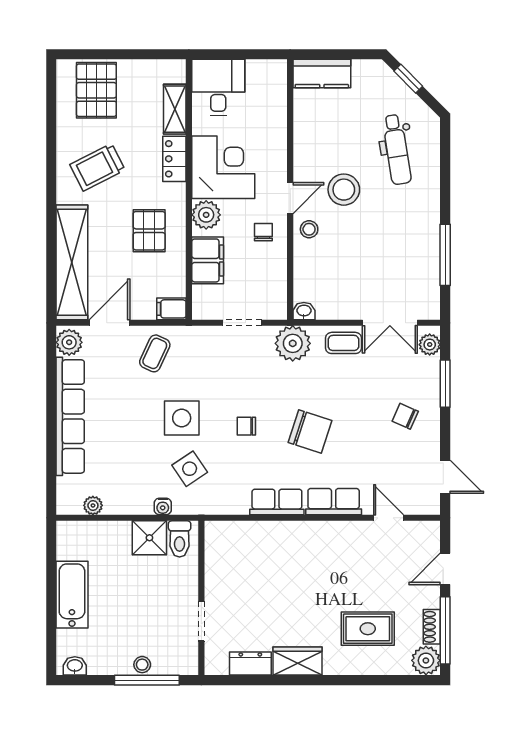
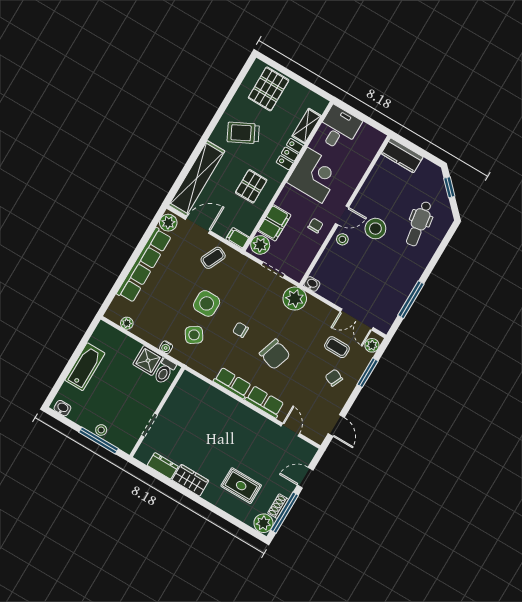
plant: (206, 215) -> (260, 245), moved
coffee table: (343, 343) -> (337, 347), moved

